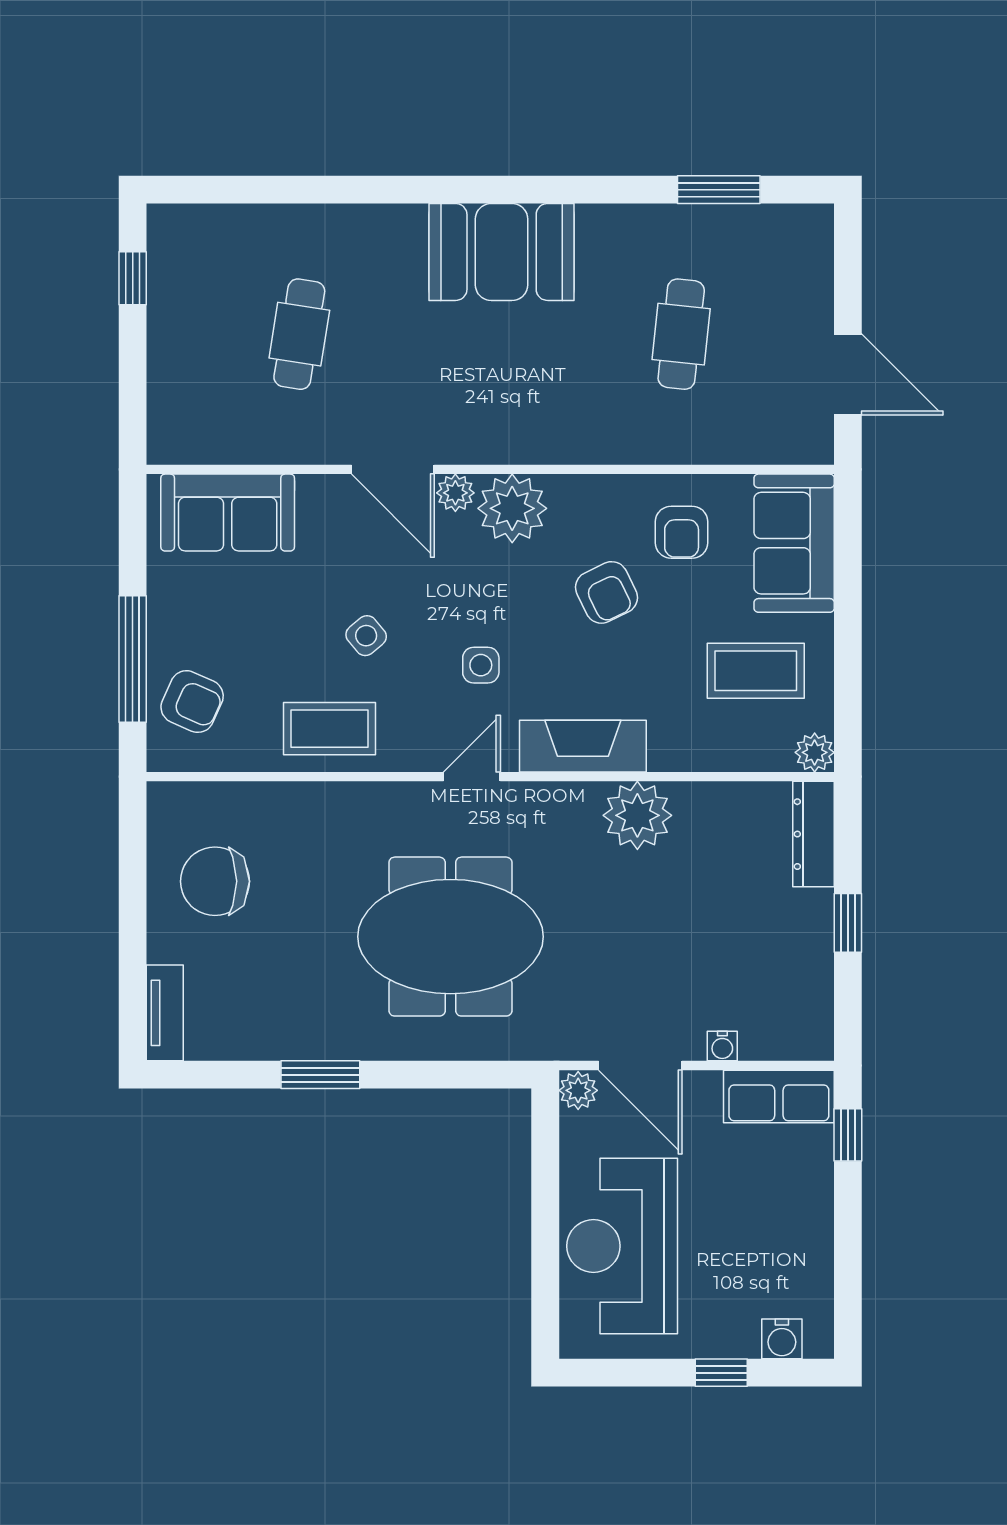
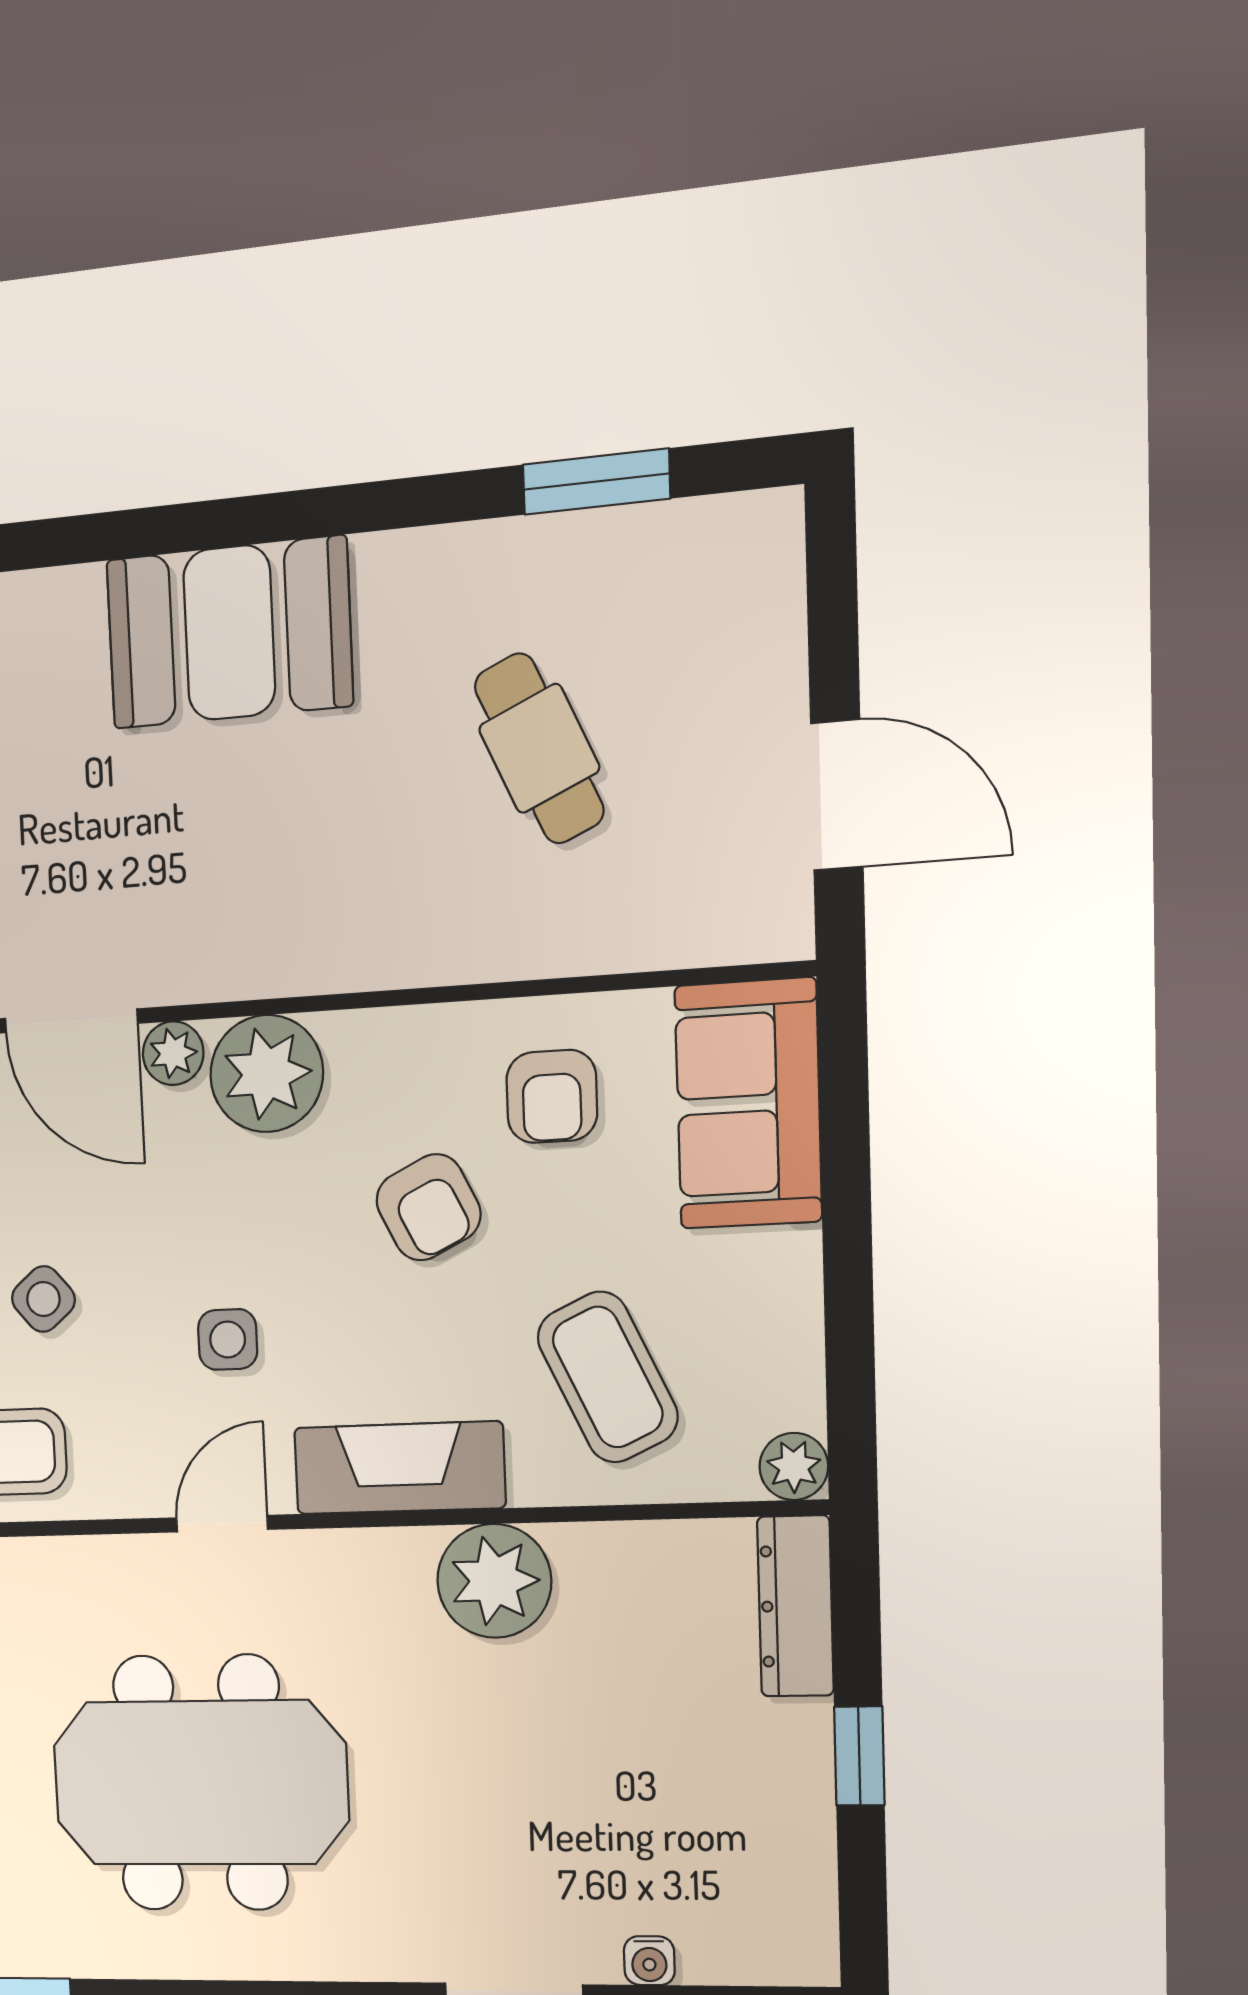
cafe table: (681, 334) -> (539, 748), turned -30
coffee table: (756, 671) -> (608, 1377), moved, turned 65

